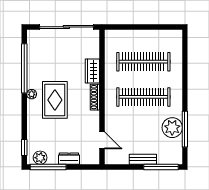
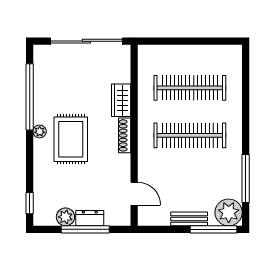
plant: (172, 128) -> (229, 212), moved
plant: (40, 158) -> (65, 217), moved
window: (48, 167) -> (85, 229), moved

